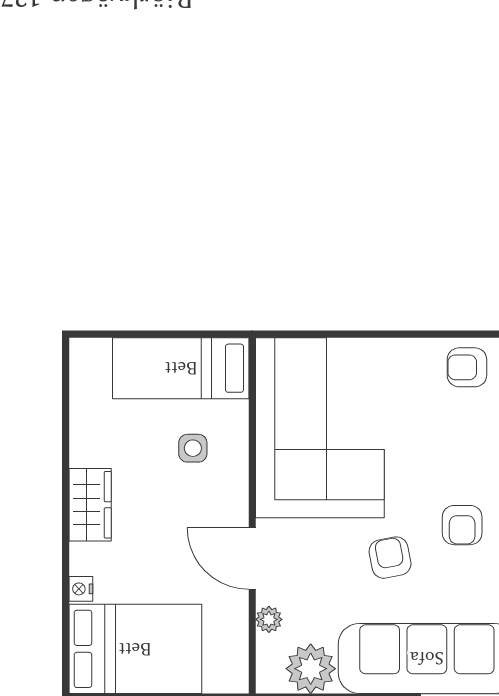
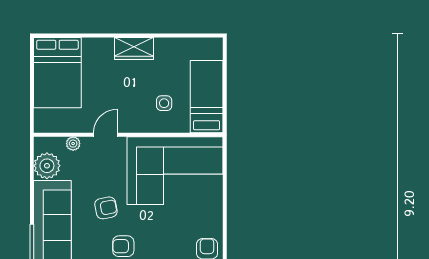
door: (252, 559) -> (105, 135), width x0.73
nightstand: (81, 589) -> (89, 44), removed

